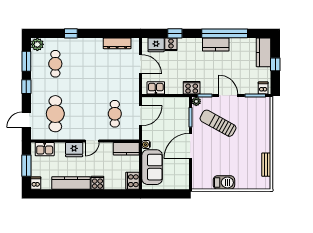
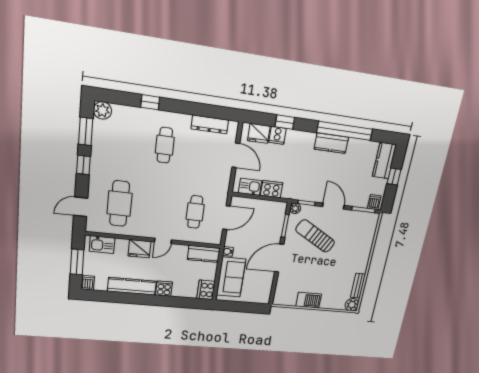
cafe table: (55, 64) -> (165, 145), moved
cooker: (192, 88) -> (272, 189), moved
plant: (265, 183) -> (352, 305), added

